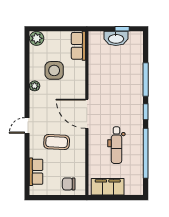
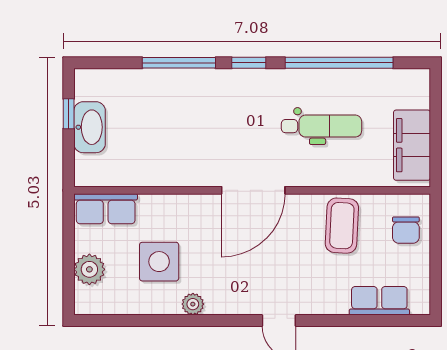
plant: (37, 38) -> (89, 269), moved
coffee table: (57, 142) -> (342, 226), moved

